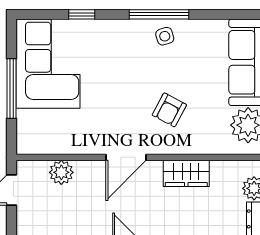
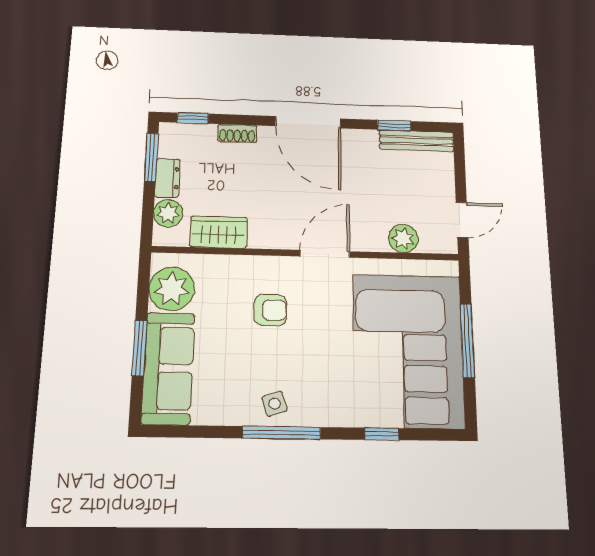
corner sofa: (48, 64) -> (408, 350), width x1.36, depth x1.36
armchair: (169, 110) -> (270, 310), turned 62
wardrobe: (186, 173) -> (219, 232), moved

